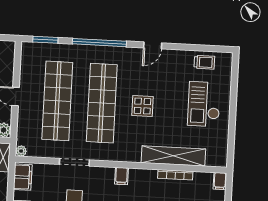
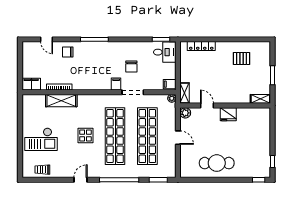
checkout: (204, 104) -> (41, 139), turned 90
shelving: (173, 156) -> (61, 101), width x0.68
filing cabinet: (121, 176) -> (116, 84), moved
filing cabinet: (23, 177) -> (170, 84), width x0.50
filing cabinet: (220, 181) -> (31, 84), width x2.00

